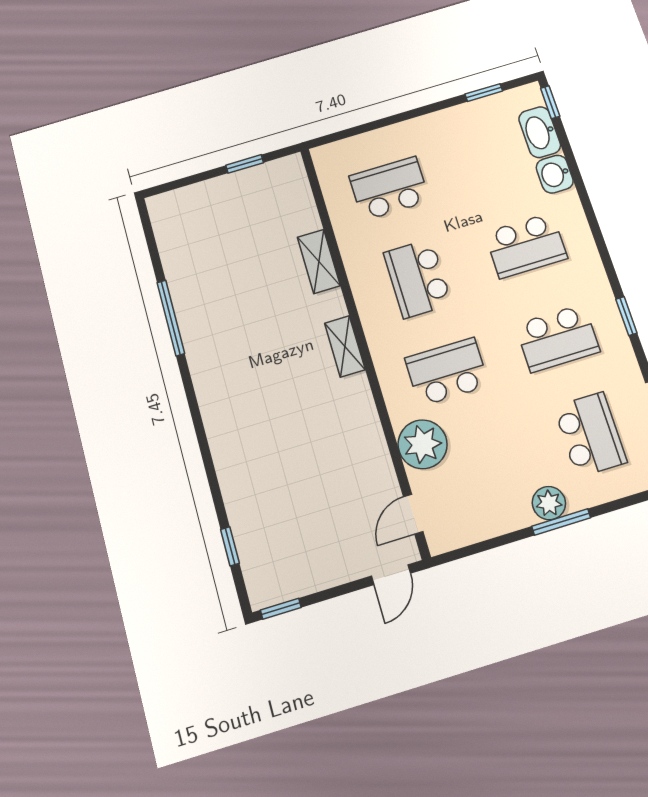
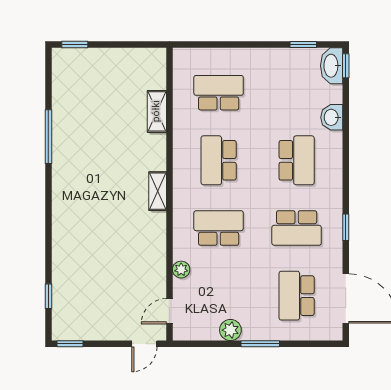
washbasin: (540, 132) -> (332, 66), moved
window: (245, 164) -> (75, 44), moved
school desk: (526, 246) -> (297, 160), turned -90
shelving: (319, 261) -> (157, 111), moved
school desk: (590, 434) -> (297, 296), turned 180
plant: (423, 444) -> (181, 270), width x0.53, depth x0.53
plant: (549, 503) -> (230, 330), moved

